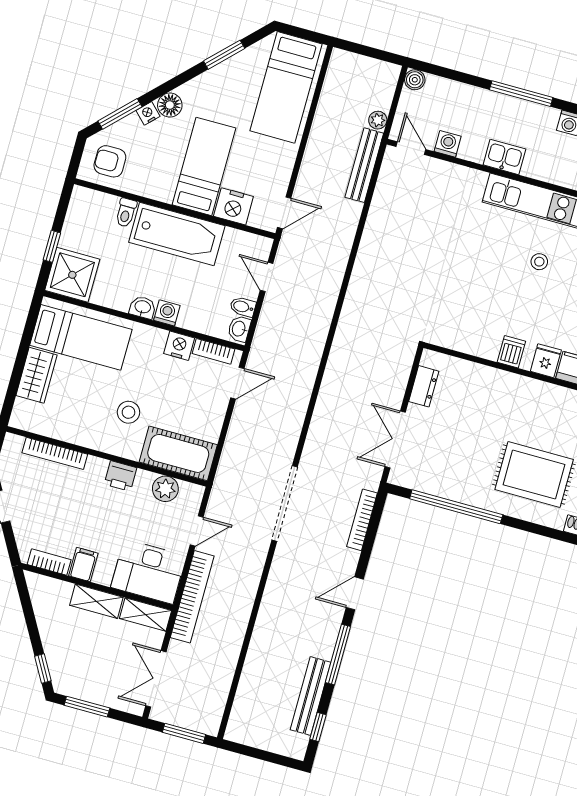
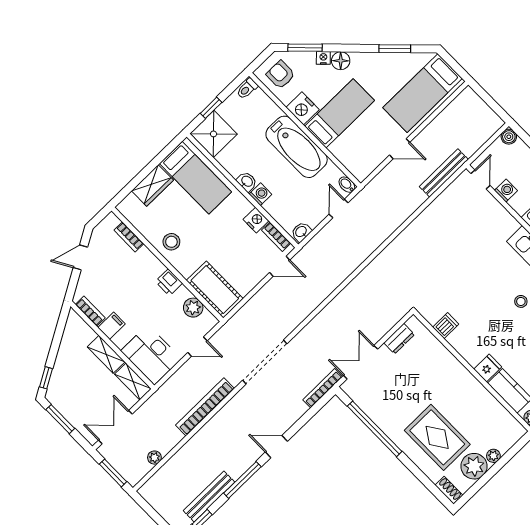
plant: (378, 120) -> (154, 458), moved
nightstand: (233, 206) -> (303, 108), moved
toilet: (126, 213) -> (247, 89), moved
door: (284, 213) -> (400, 149), moved
bidet: (243, 307) -> (347, 185), moved
dishwasher: (511, 352) -> (446, 326), moved
stool: (128, 412) -> (171, 242), moved
bookcase: (55, 453) -> (129, 237), width x0.64
bookcase: (362, 520) -> (323, 388), moved
bookcase: (192, 597) -> (205, 407), moved, turned 180

